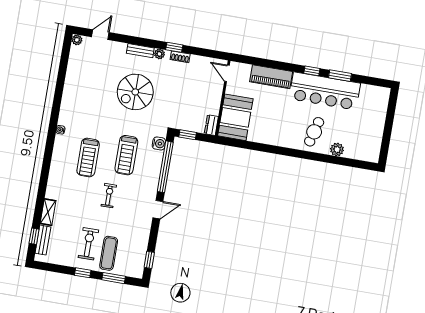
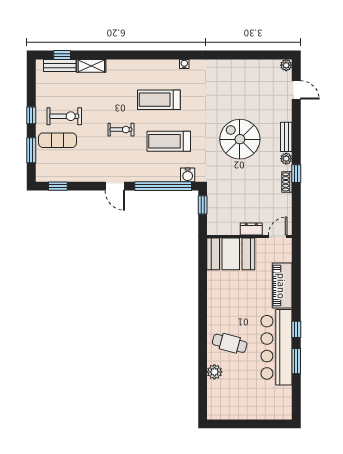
dresser: (211, 125) -> (251, 229), moved

